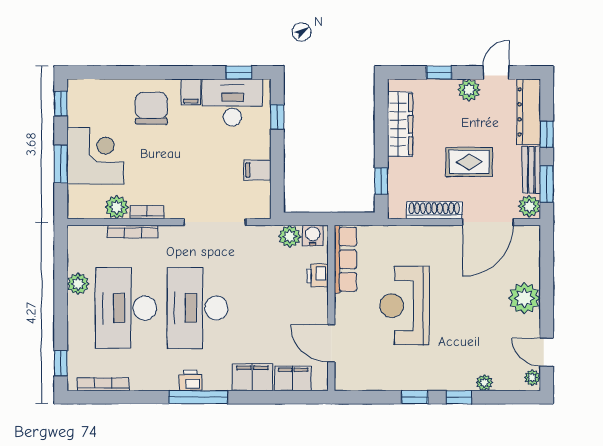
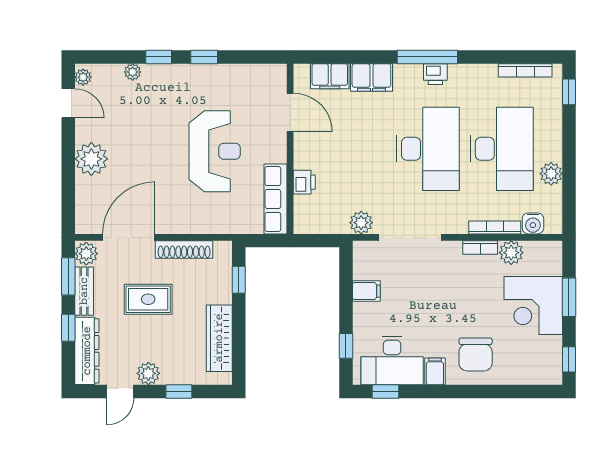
plant: (290, 236) -> (361, 223), moved
water cooler: (313, 236) -> (533, 223), moved

